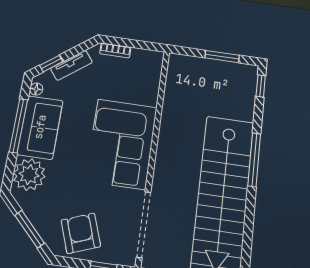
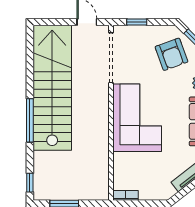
bookcase: (115, 50) -> (126, 195), moved
armchair: (81, 233) -> (171, 54), moved

